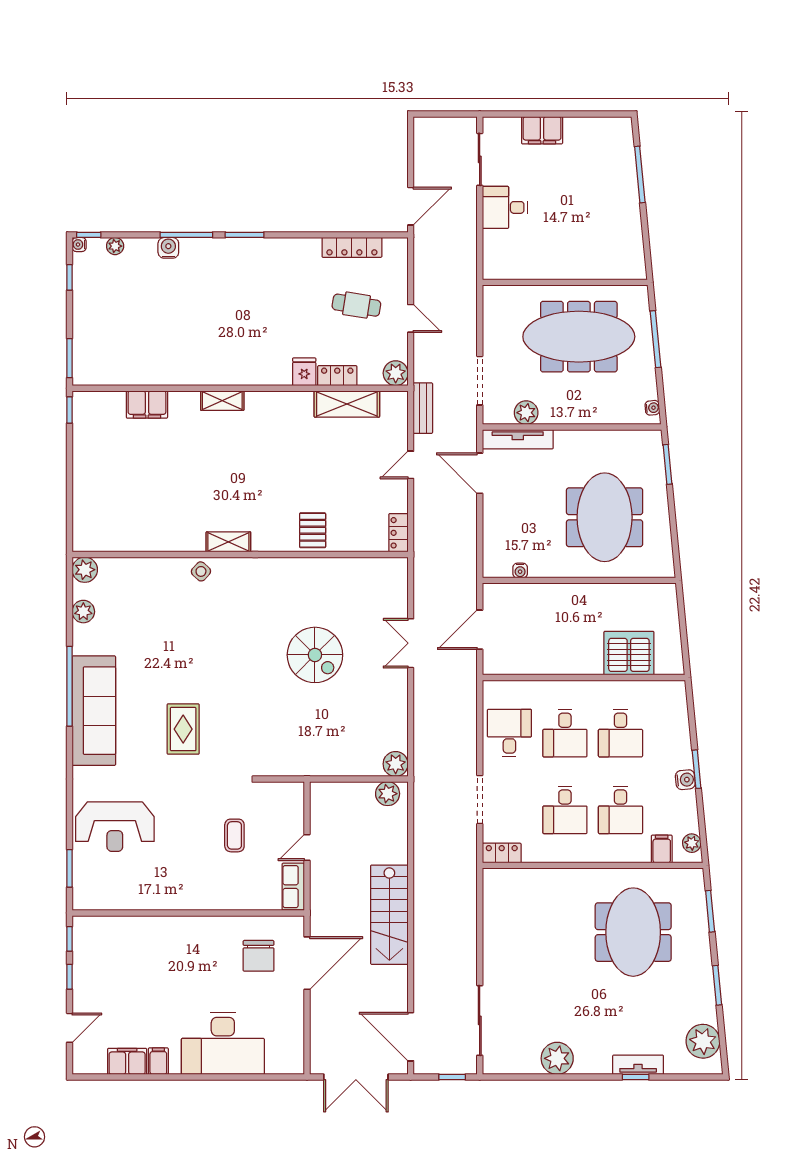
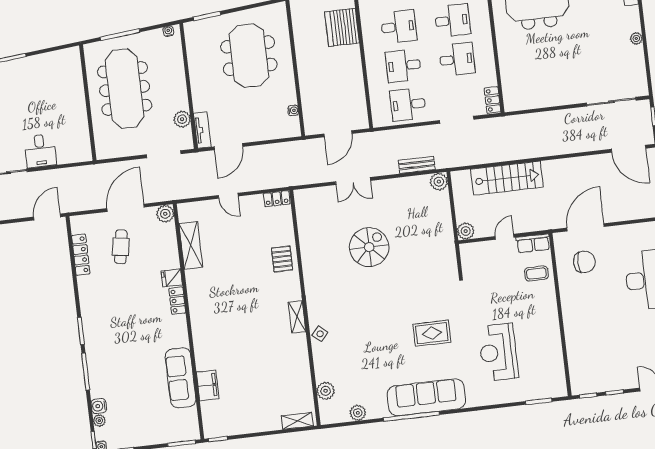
door: (411, 206) -> (47, 217), hinge flipped
water cooler: (168, 248) -> (99, 406), moved
door: (411, 318) -> (126, 208), width x1.87
sofa: (162, 368) -> (181, 378), added
locker: (337, 376) -> (177, 301), moved
shelving: (222, 401) -> (297, 421), moved, turned 90
bench: (423, 408) -> (417, 165), moved
tv unit: (518, 439) -> (202, 130), width x0.71
meeting table: (605, 517) -> (249, 56), turned 90
pallet: (313, 530) -> (282, 259), turned 90
plant: (85, 570) -> (326, 391), moved
door: (480, 630) -> (338, 134), hinge flipped
desk: (565, 733) -> (403, 66), turned 180
plant: (388, 794) -> (466, 231), moved
reception desk: (115, 827) -> (498, 352), moved, turned 180
coffee table: (234, 835) -> (536, 274), moved
door: (307, 847) -> (505, 237), swing flipped
stairs: (389, 915) -> (507, 178), moved
door: (307, 963) -> (586, 227), hinge flipped
door: (411, 1037) -> (629, 149), hinge flipped
plant: (557, 1058) -> (636, 38), width x0.53, depth x0.53

